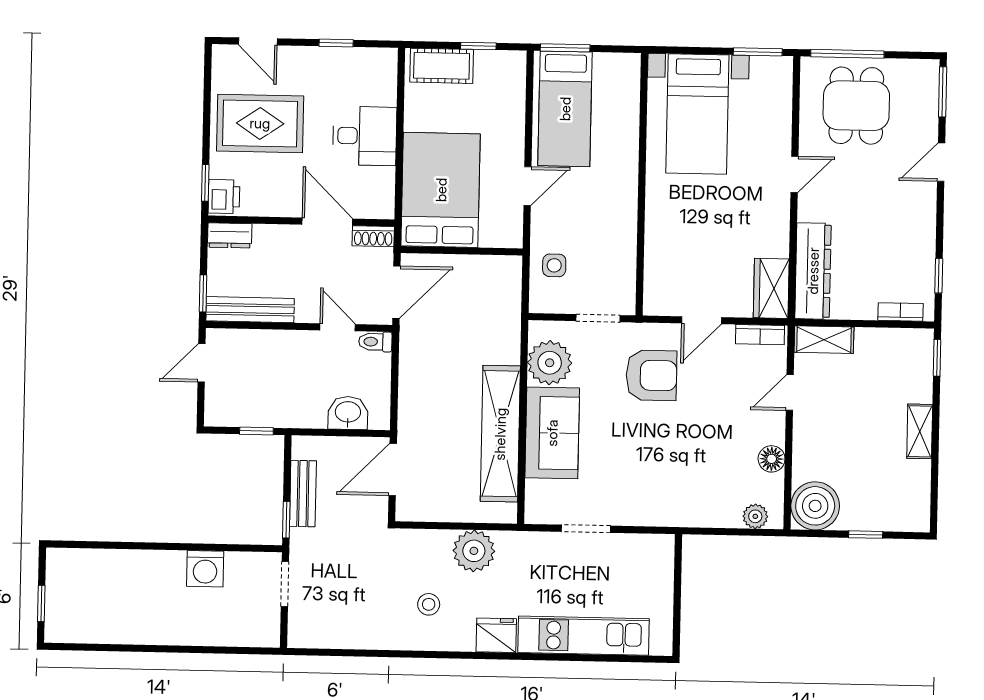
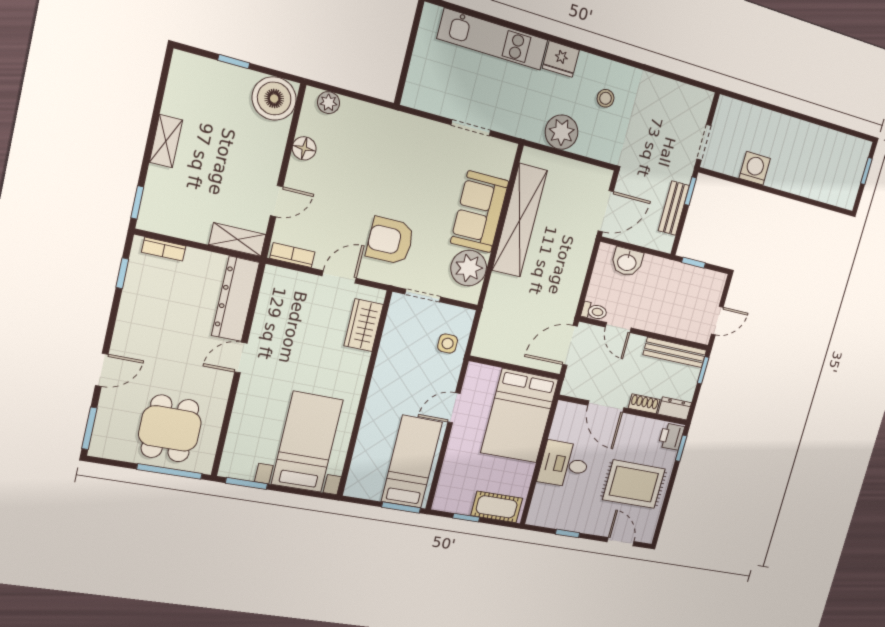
door: (794, 174) -> (241, 358), moved
shoe rack: (373, 236) -> (644, 404), moved
wardrobe: (771, 288) -> (364, 325), moved, turned 180

